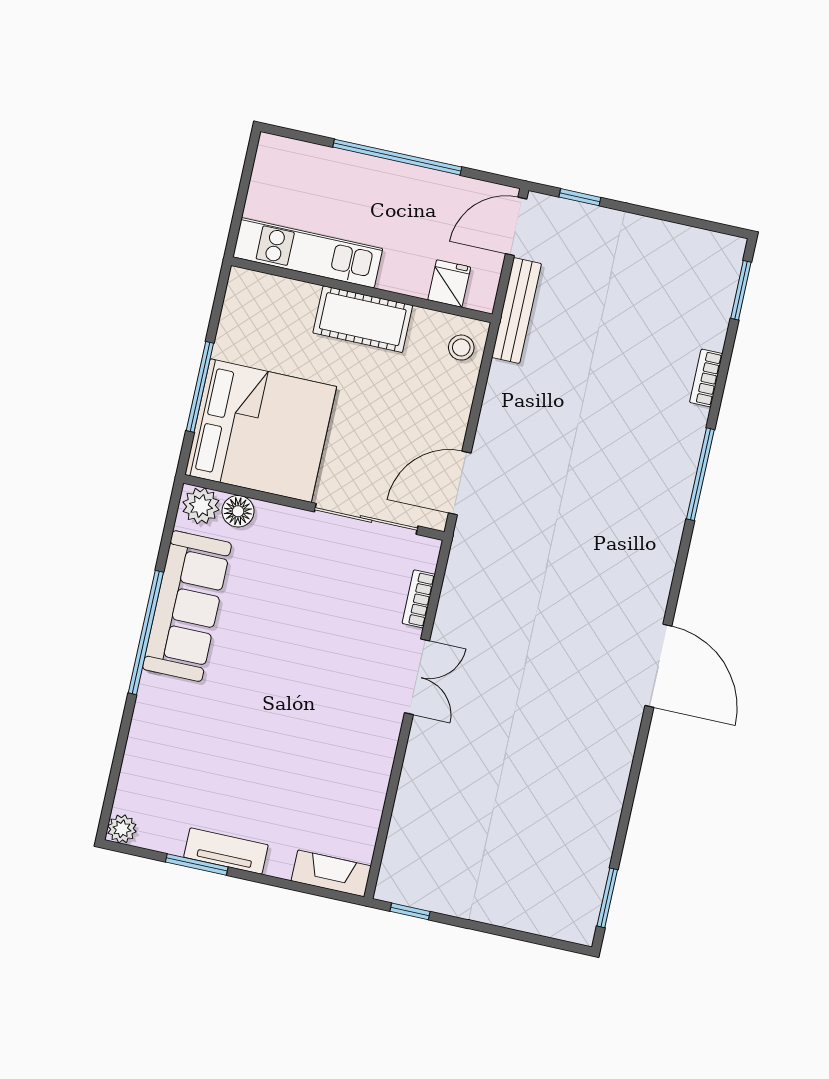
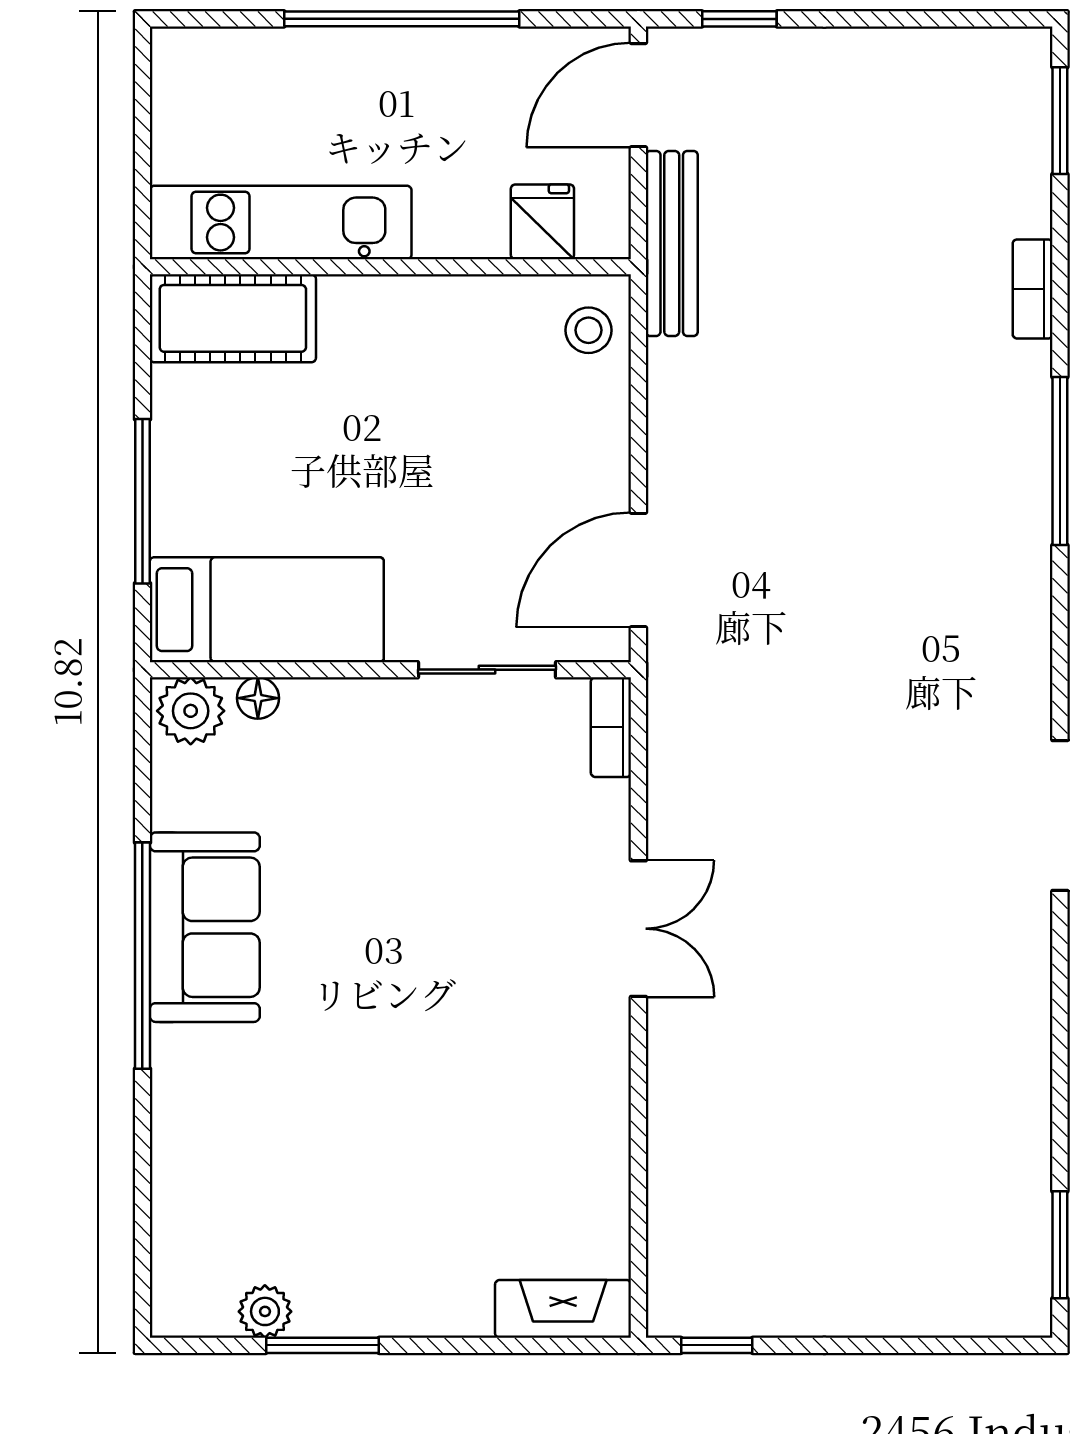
cot: (363, 319) -> (233, 318), moved
bed: (261, 431) -> (267, 610), width x0.49
floor lamp: (238, 511) -> (258, 698), width x0.73, depth x0.73
sliding door: (366, 519) -> (487, 670), width x0.73
bookcase: (419, 599) -> (611, 727), moved
sofa: (187, 606) -> (205, 927), width x0.73
plant: (122, 829) -> (265, 1311), moved
tv unit: (226, 851) -> (369, 1310), removed

